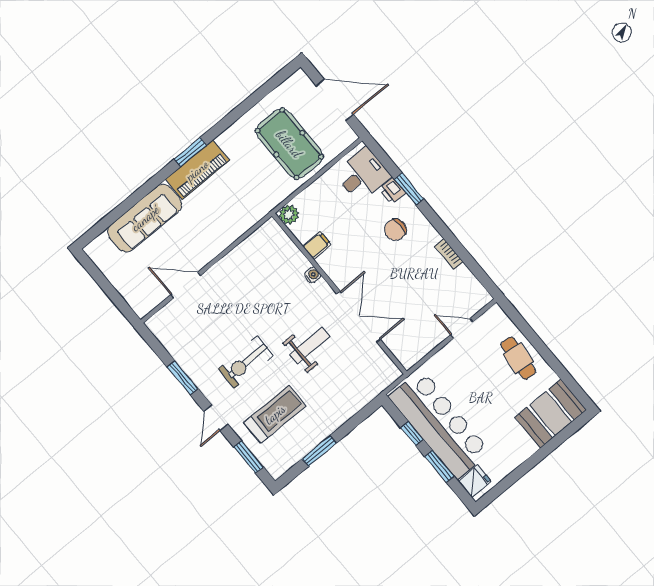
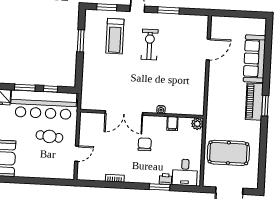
chair: (395, 230) -> (145, 144), moved
weight bench: (310, 345) -> (131, 80), removed
cafe table: (518, 358) -> (49, 136), moved

